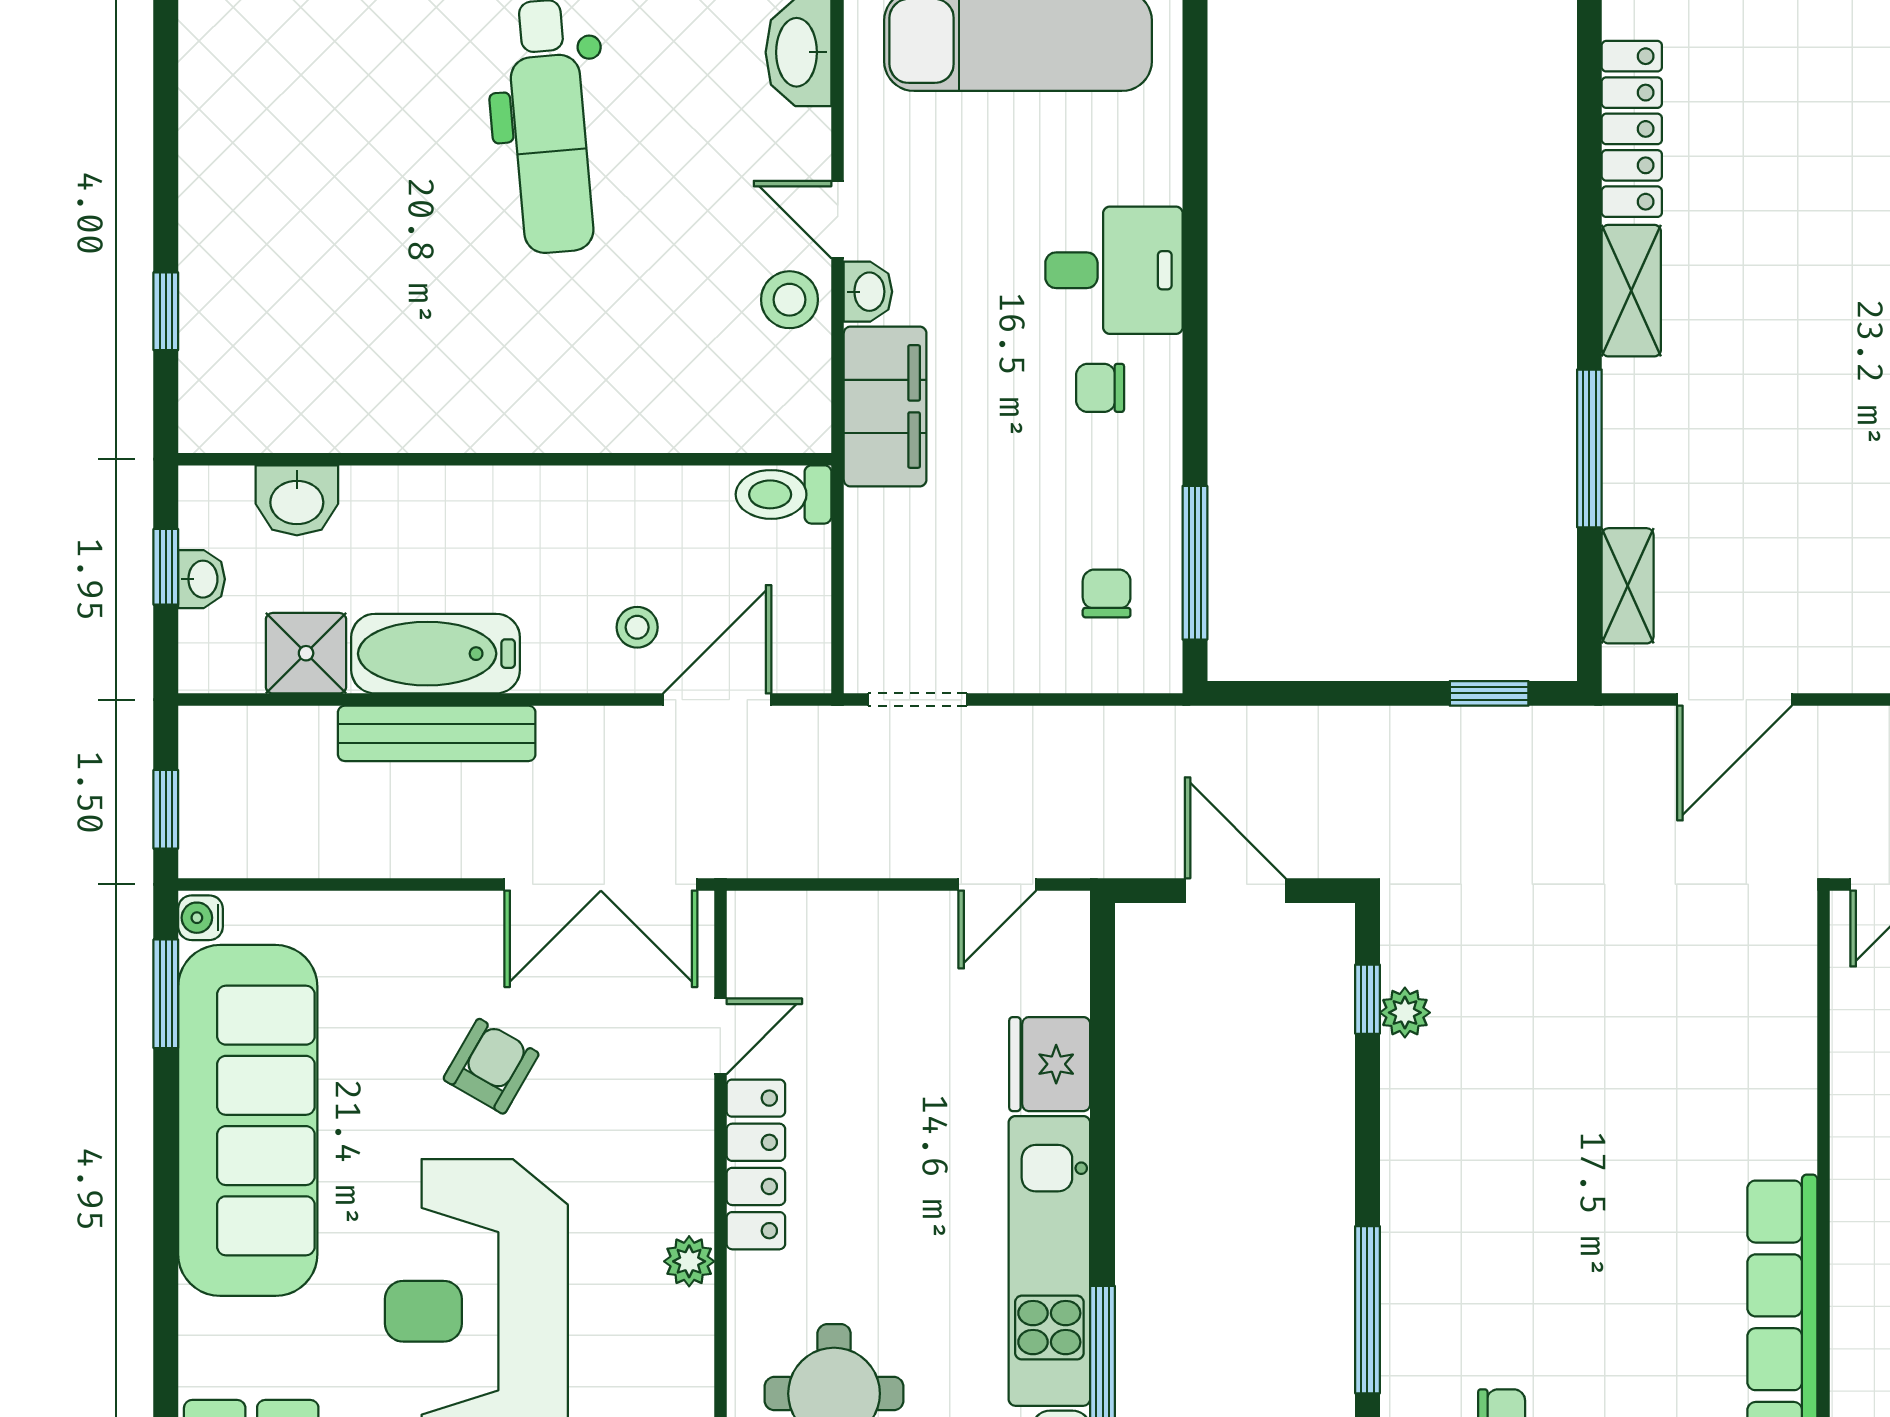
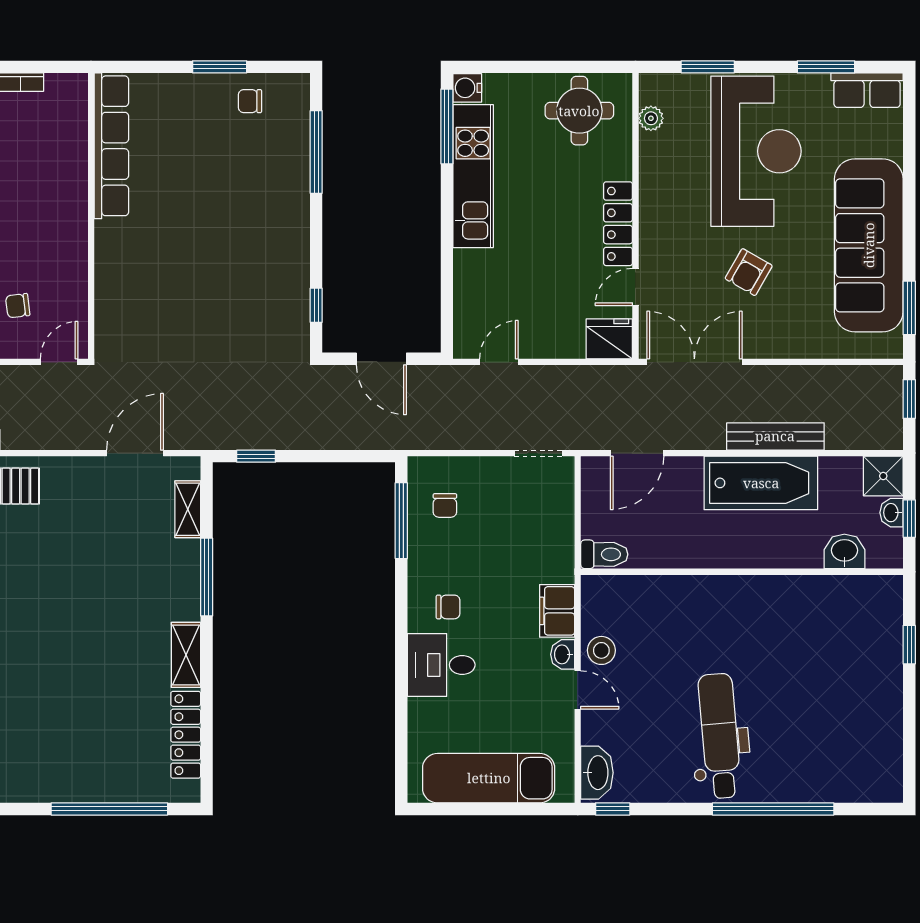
filing cabinet: (885, 406) -> (557, 611), width x0.67, depth x0.86
stool: (637, 627) -> (677, 489), removed
shower: (306, 653) -> (883, 476), moved
bathtub: (436, 654) -> (761, 483), width x1.36, depth x1.36
water cooler: (200, 918) -> (892, 345), removed
plant: (1405, 1013) -> (298, 299), removed
fridge: (1050, 1064) -> (609, 339), moved, turned -90
plant: (689, 1261) -> (651, 118), moved

